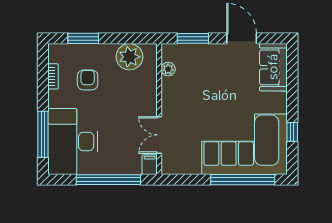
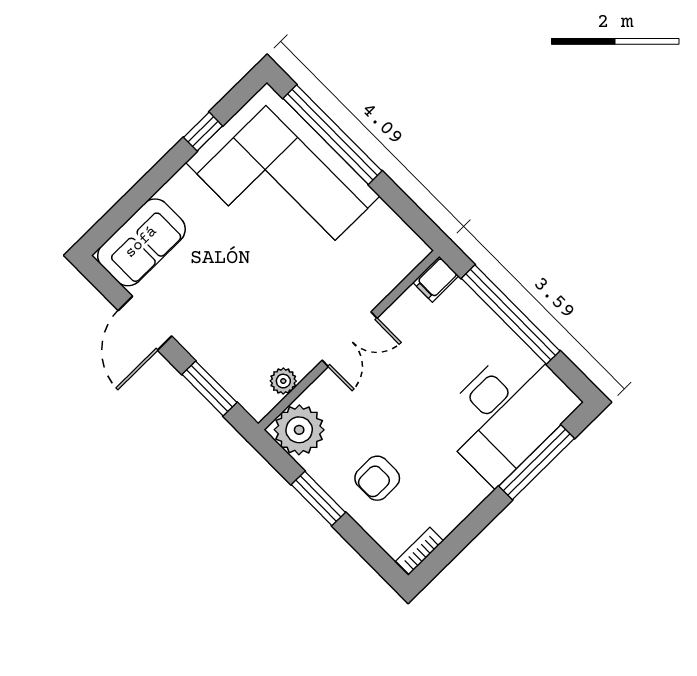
window: (83, 38) -> (318, 499), moved
plant: (129, 57) -> (299, 430), moved
bookcase: (53, 76) -> (420, 551), moved
armchair: (88, 80) -> (377, 478), moved
double door: (159, 135) -> (350, 339), moved

